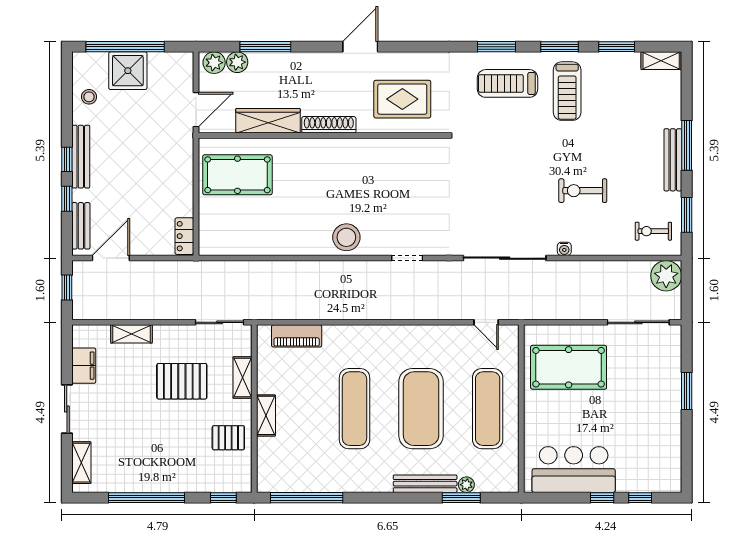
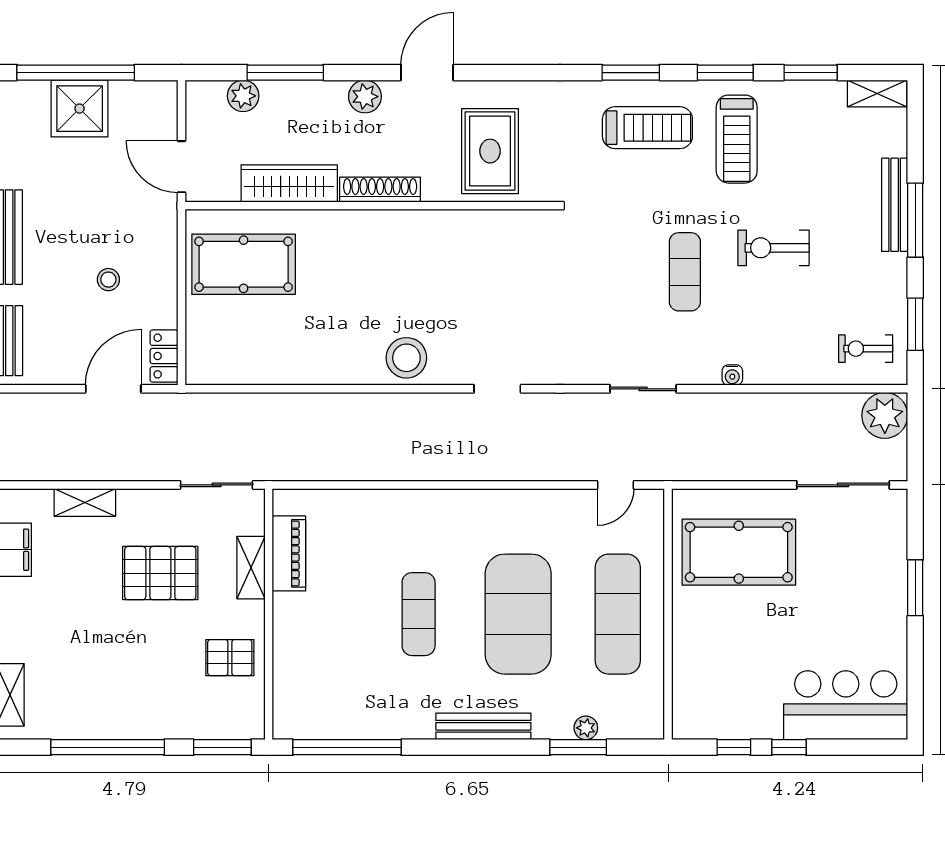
plant: (214, 63) -> (365, 97), moved
treadmill: (507, 83) -> (647, 128), turned 180
stool: (89, 97) -> (108, 280), moved
rug: (402, 99) -> (490, 151), turned 90
door: (196, 110) -> (182, 167), swing flipped
bench: (673, 160) -> (895, 205), moved
exercise mat: (533, 180) -> (685, 272), added
exercise bike: (583, 191) -> (773, 248), moved
door: (111, 258) -> (113, 389), moved
sliding door: (505, 258) -> (643, 389), width x0.54
door: (486, 322) -> (616, 485), hinge flipped
piano: (297, 336) -> (289, 553), moved, turned -90
exercise mat: (354, 409) -> (419, 614), width x0.73, depth x0.69
shelving: (266, 415) -> (286, 624), removed
bar counter: (574, 470) -> (846, 705), moved
bench: (425, 484) -> (483, 726), moved
window: (223, 498) -> (222, 747), width x1.50
window: (640, 498) -> (734, 747), moved

